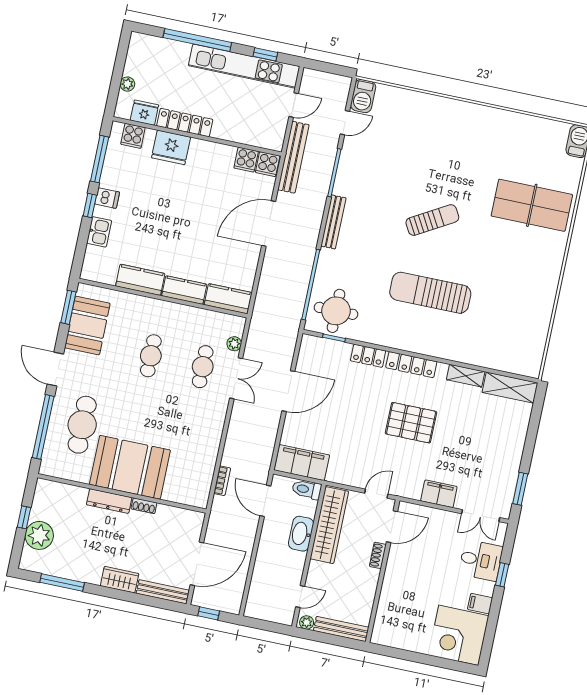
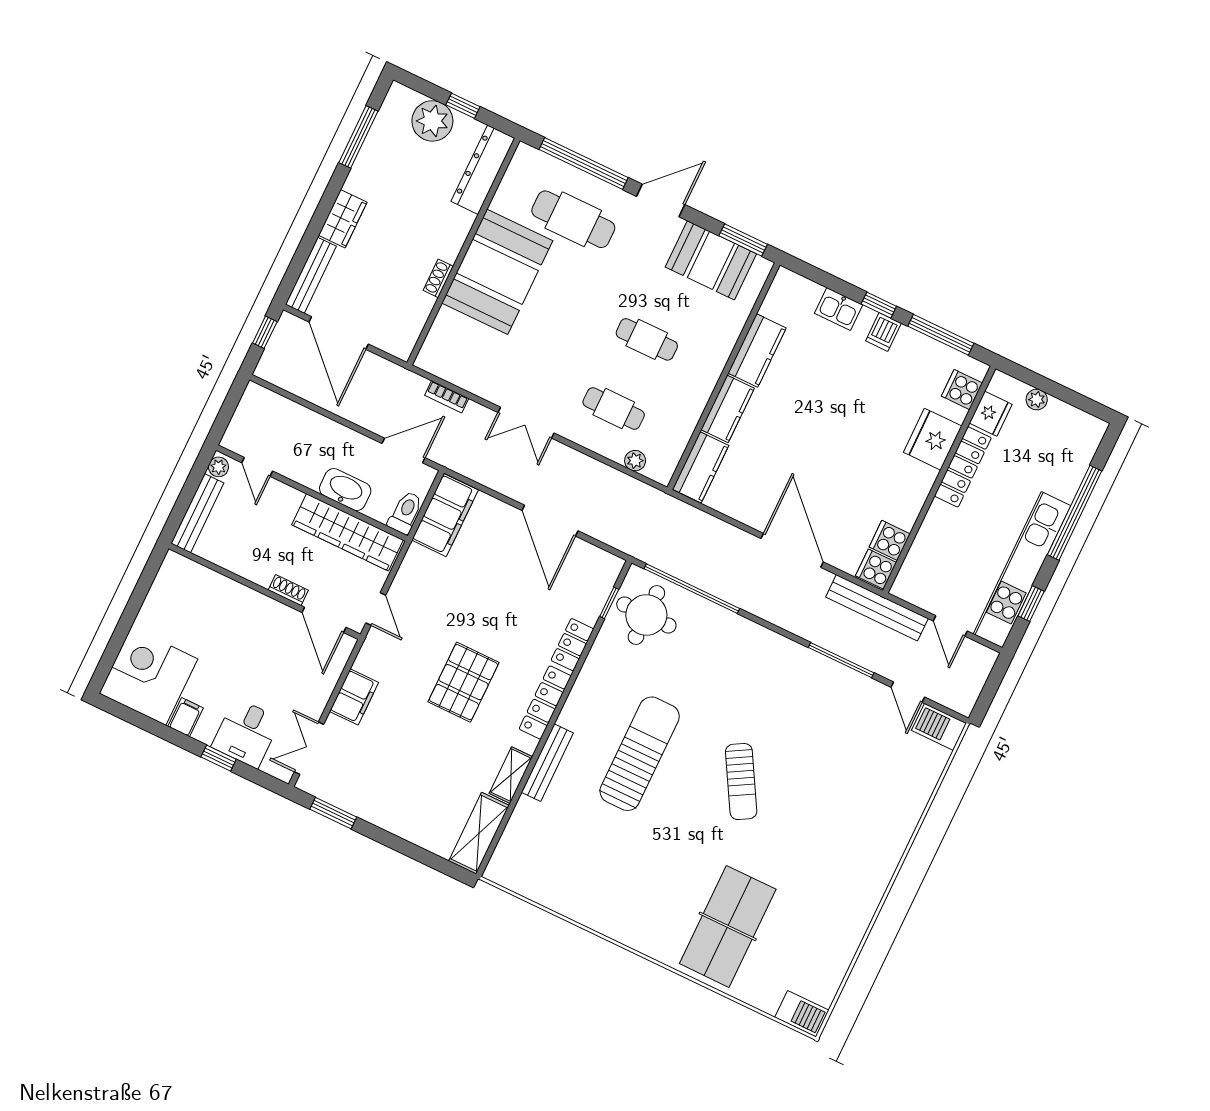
bench: (333, 222) -> (547, 763), moved, turned 90
double door: (236, 378) -> (526, 423), moved
dresser: (109, 501) -> (483, 170), moved, width x1.37, depth x1.24

